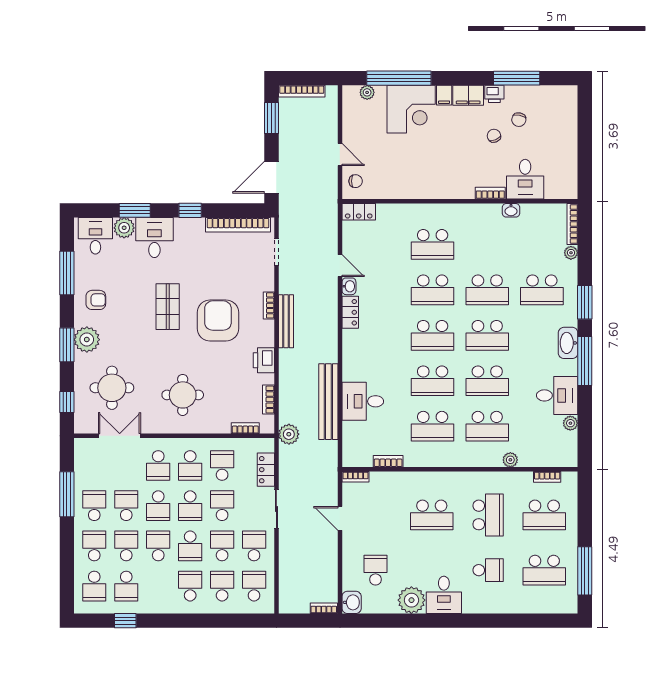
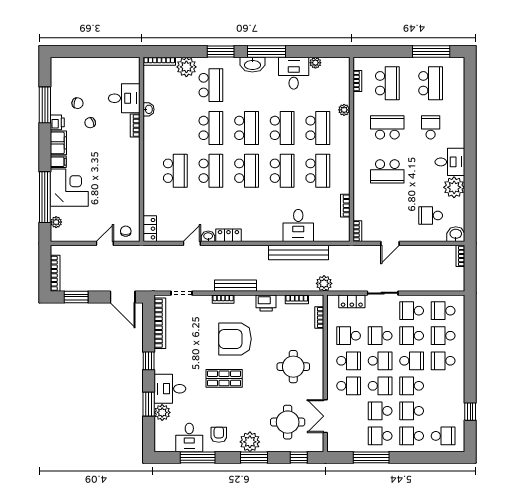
desk: (95, 236) -> (189, 437), moved, turned -90
plant: (571, 253) -> (186, 67), width x1.87, depth x1.87
school desk: (432, 515) -> (387, 171), turned 90
school desk: (126, 586) -> (443, 411), removed

